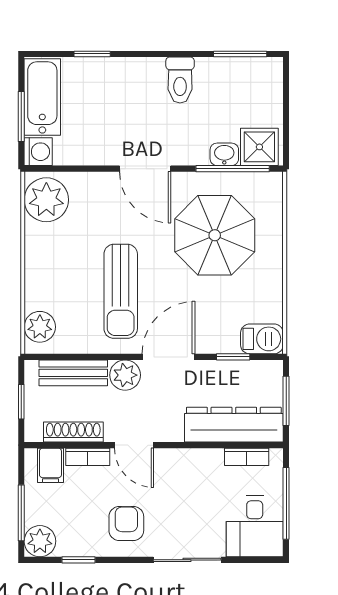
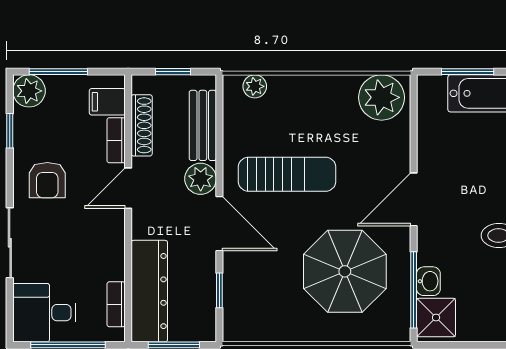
washing machine: (38, 152) -> (431, 89), removed
sun lounger: (121, 291) -> (287, 174), turned 180
plant: (40, 327) -> (255, 86), width x0.73, depth x0.73
barbecue: (262, 339) -> (238, 320), removed
armchair: (126, 524) -> (47, 180), turned 90

